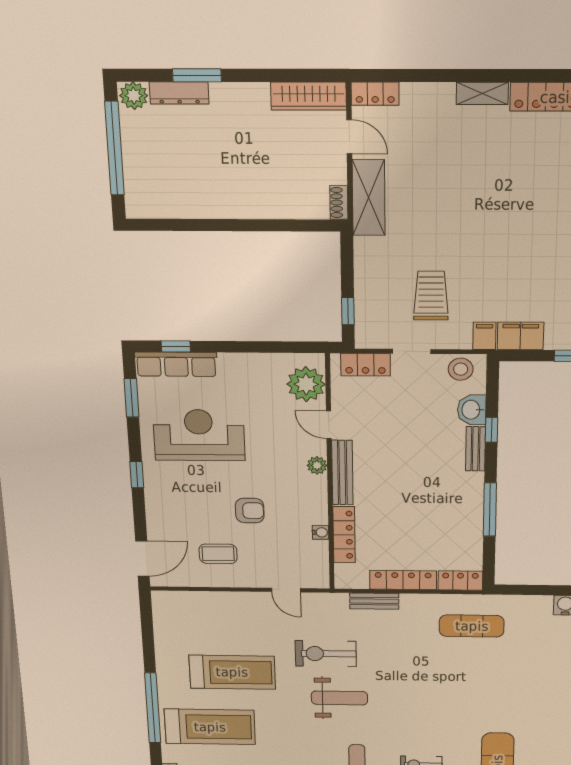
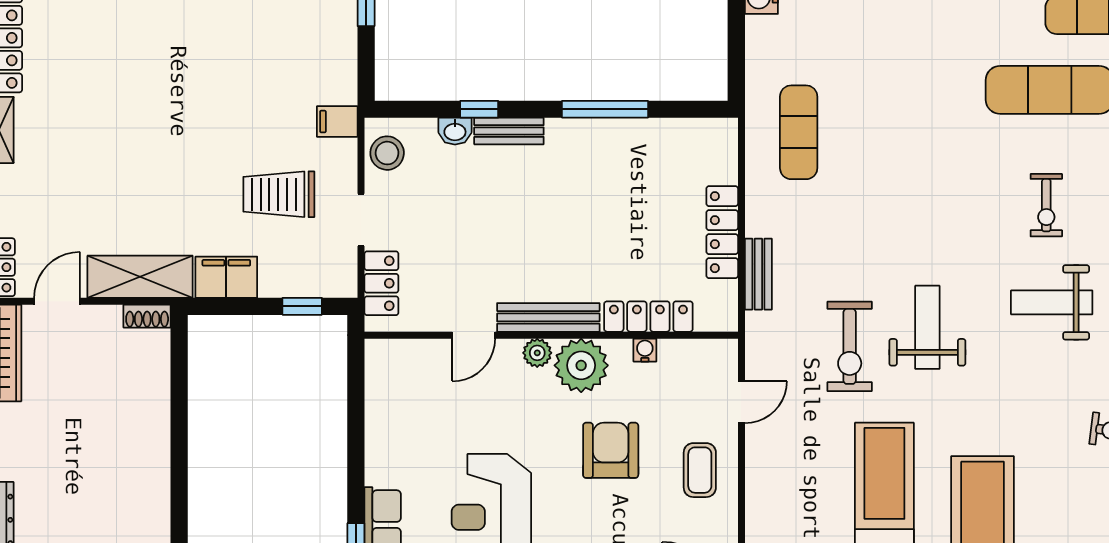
filing cabinet: (521, 336) -> (226, 277), moved, turned 90
plant: (306, 384) -> (581, 365), moved
washbasin: (472, 410) -> (455, 131), width x0.72, depth x0.69
armchair: (250, 511) -> (611, 450), width x1.38, depth x1.38
coffee table: (218, 554) -> (700, 470), moved
locker: (460, 580) -> (722, 150), removed

